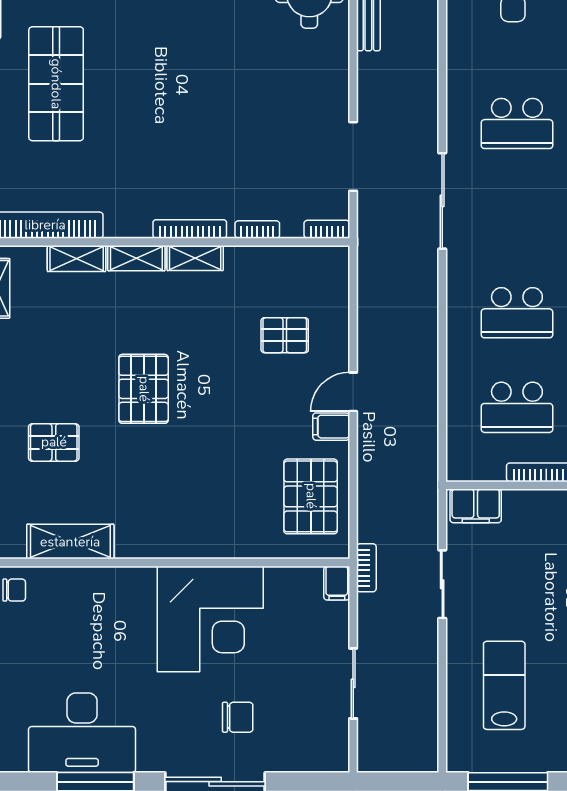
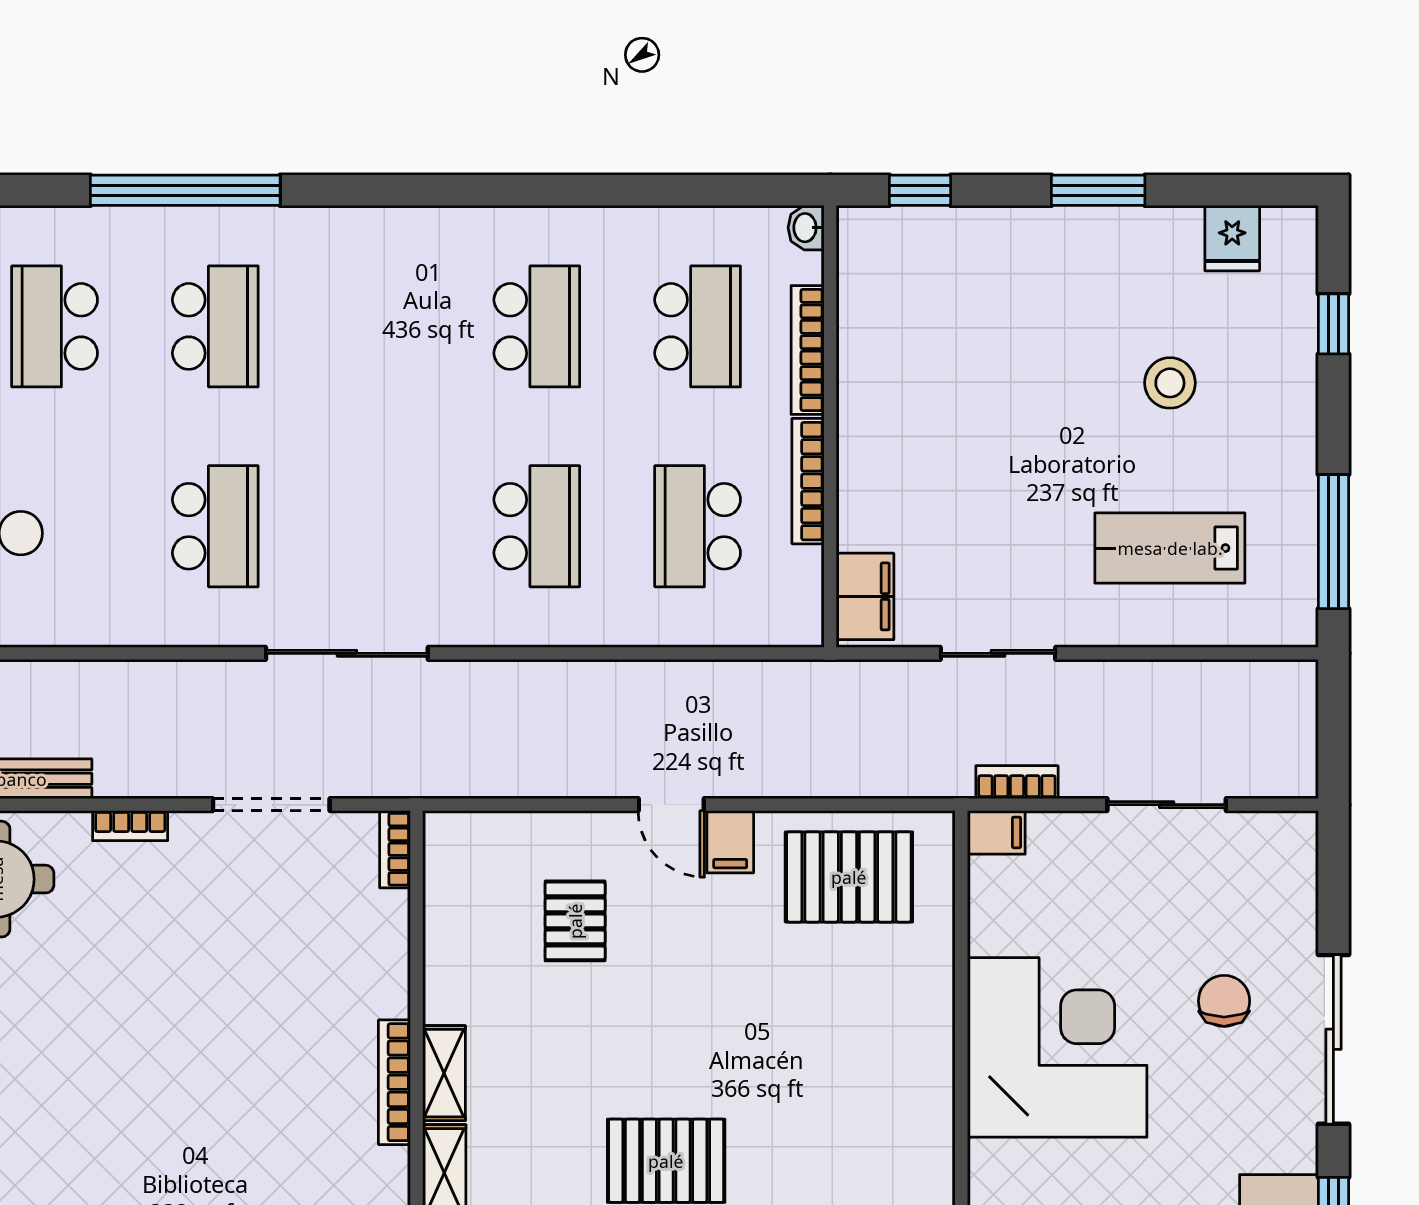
bookcase: (257, 229) -> (130, 826), moved, turned -90
school desk: (517, 407) -> (698, 526), turned 180
bookcase: (366, 568) -> (1017, 782), moved

